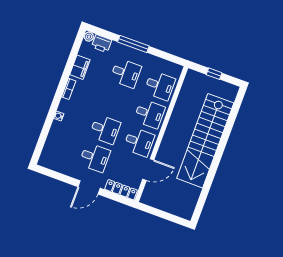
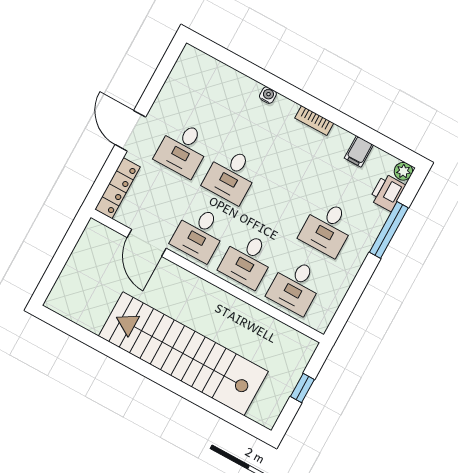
window: (133, 44) -> (389, 230), moved
filing cabinet: (80, 67) -> (359, 151), width x0.50

